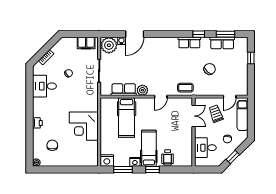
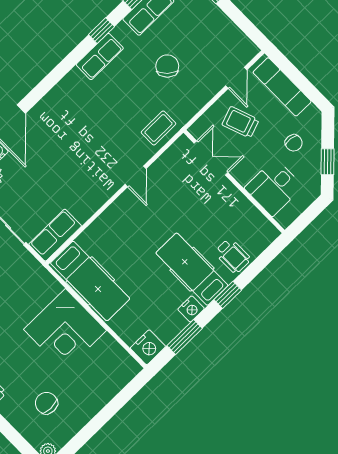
row of seats: (124, 90) -> (55, 235), moved
plant: (142, 90) -> (99, 193), removed
hospital bed: (127, 118) -> (90, 281), moved

